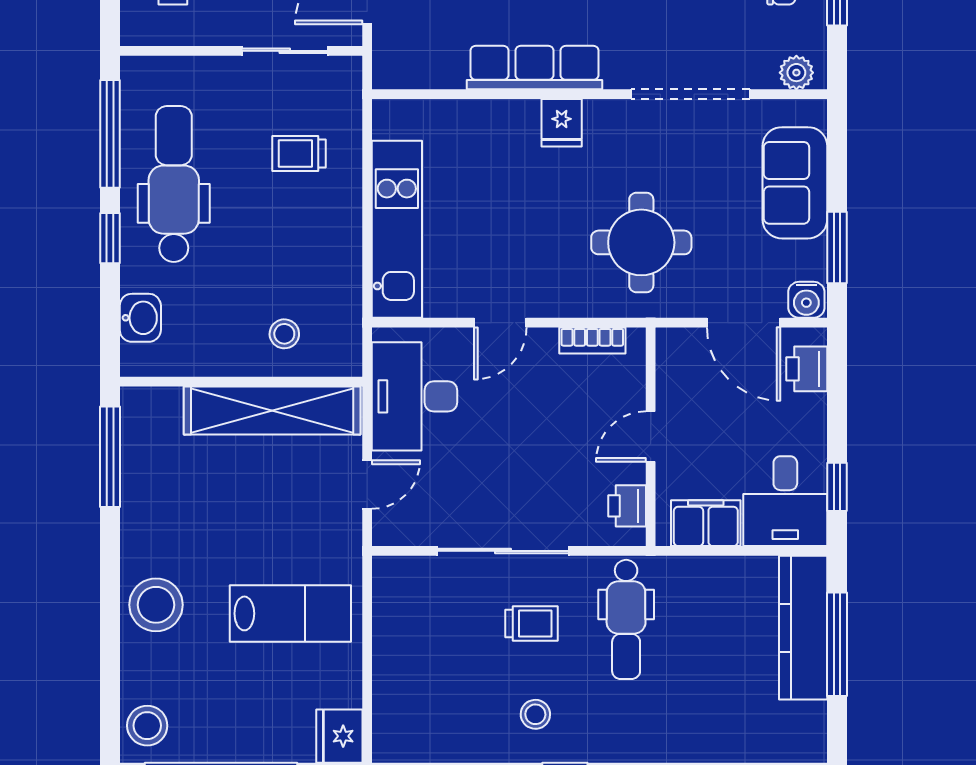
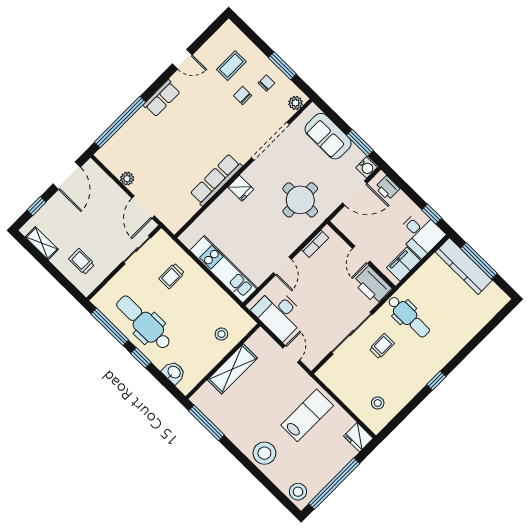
shelving: (272, 410) -> (232, 369), width x0.68
printer: (627, 506) -> (372, 285), width x1.87, depth x1.48
stool: (535, 714) -> (378, 403), moved

